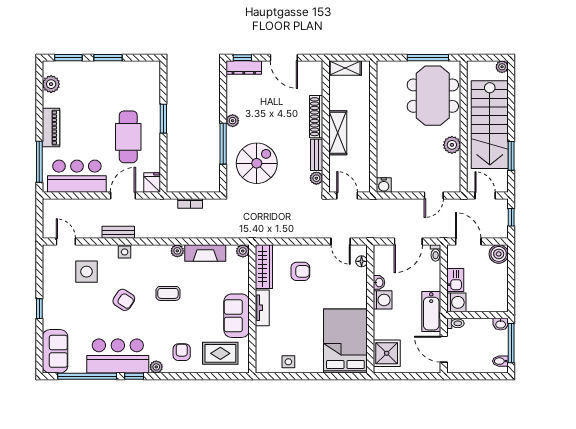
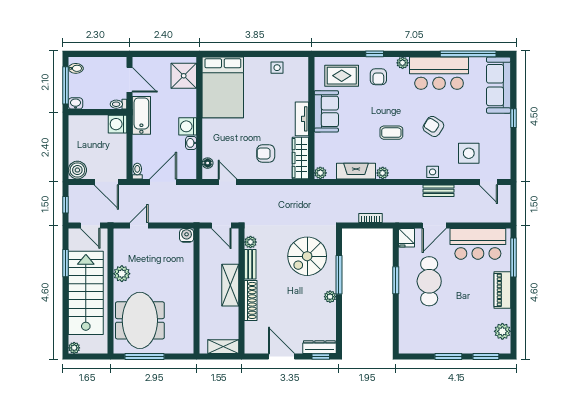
window: (163, 119) -> (396, 280), moved
kitchen sink: (455, 280) -> (119, 145), removed
sofa: (55, 351) -> (499, 85), width x1.36
window: (134, 376) -> (375, 54), moved

